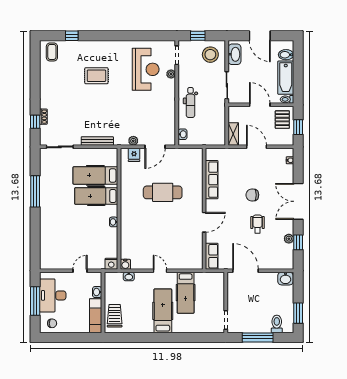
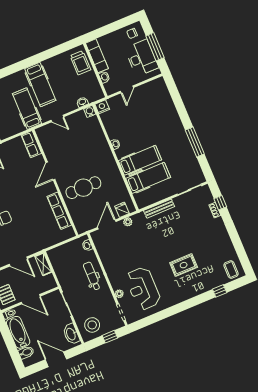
row of seats: (212, 180) -> (59, 211), moved
wall: (204, 209) -> (55, 183), moved
door: (204, 222) -> (50, 171), moved
row of seats: (212, 256) -> (31, 144), moved

